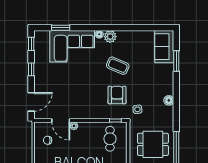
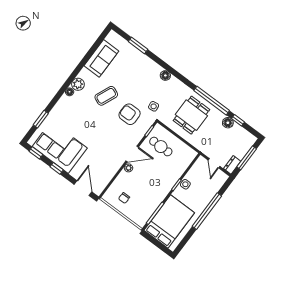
corner sofa: (72, 46) -> (60, 147), moved, turned -90
sofa: (164, 47) -> (101, 58), moved, turned -90
door: (61, 121) -> (132, 154), moved

